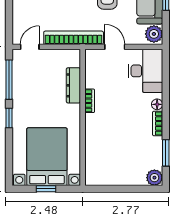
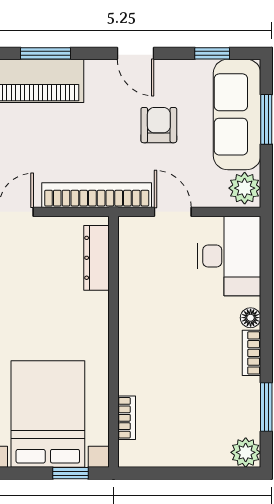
dresser: (73, 85) -> (96, 258), moved
bookcase: (90, 101) -> (127, 418), moved
window: (46, 189) -> (71, 473), moved

